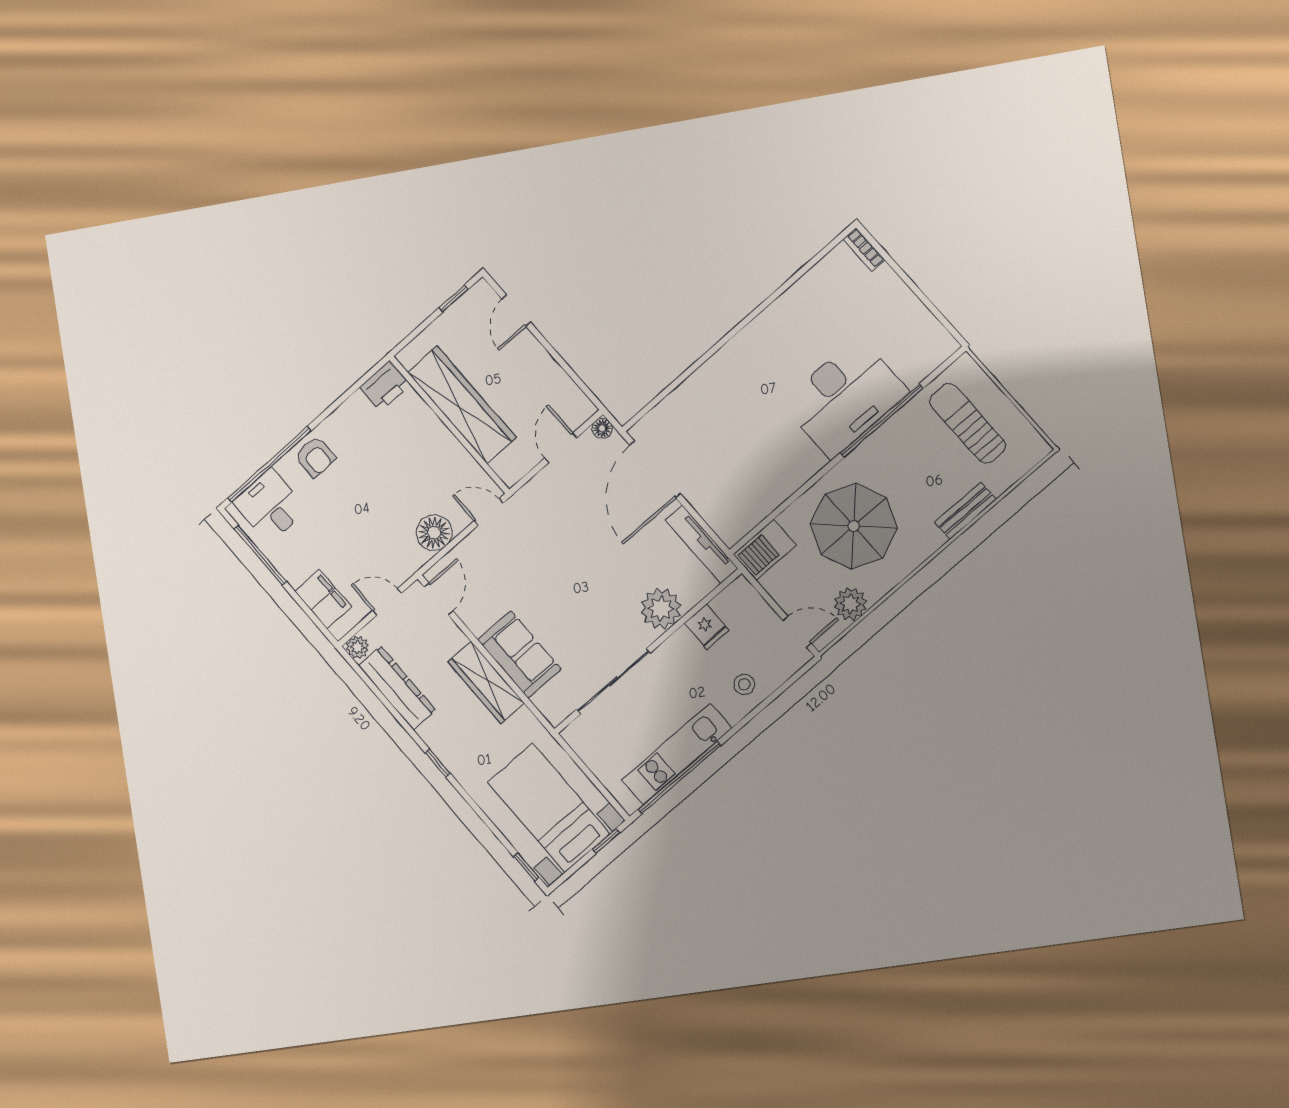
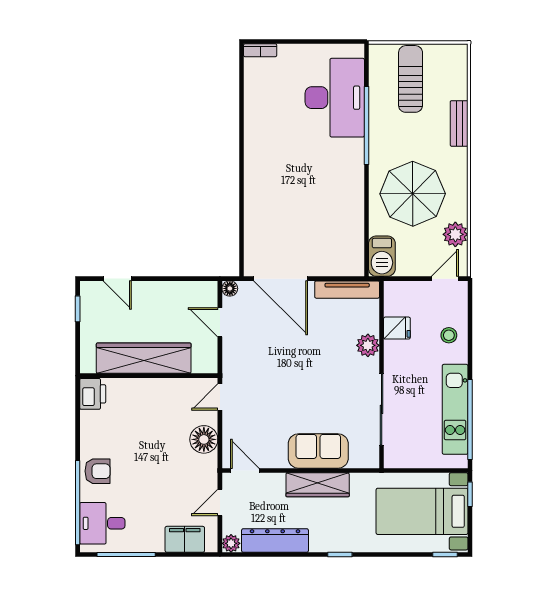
desk: (845, 397) -> (335, 98), moved
sun lounger: (968, 423) -> (411, 79), turned 90
plant: (661, 609) -> (368, 345), width x0.73, depth x0.73

